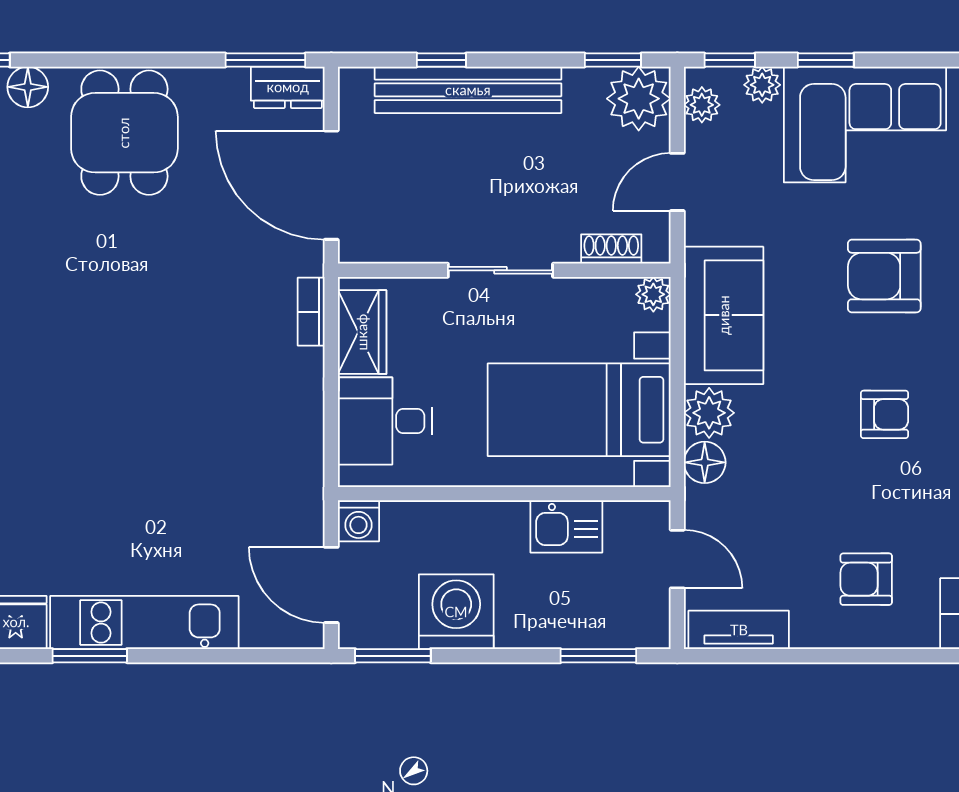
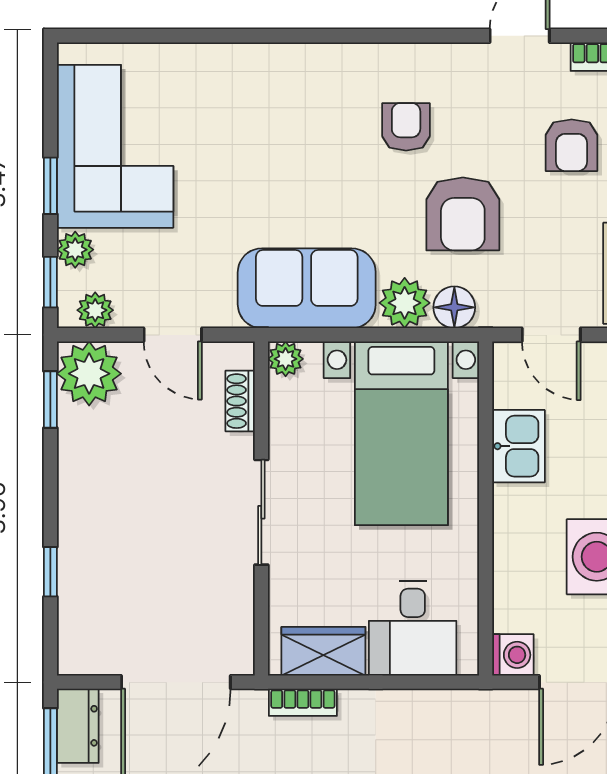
bench: (468, 90) -> (80, 545), removed
armchair: (884, 276) -> (463, 214), moved
door: (677, 559) -> (551, 335), swing flipped

